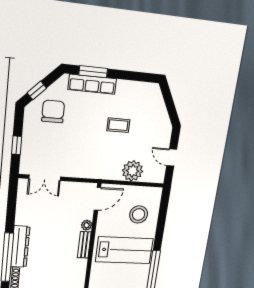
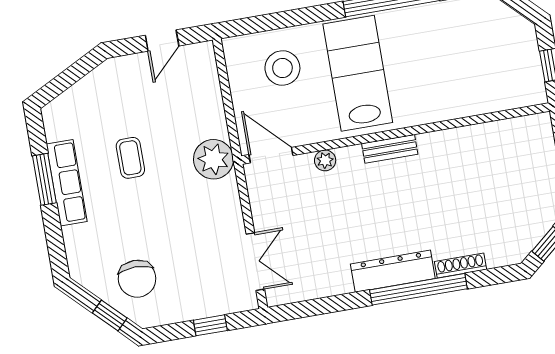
window: (93, 72) -> (44, 179), moved
row of seats: (92, 84) -> (67, 183), moved
chair: (53, 111) -> (137, 279), turned -90
plant: (133, 171) -> (213, 159), moved
bench: (84, 245) -> (390, 149), moved

